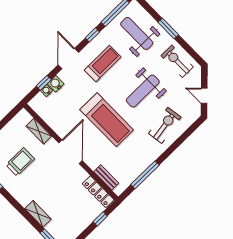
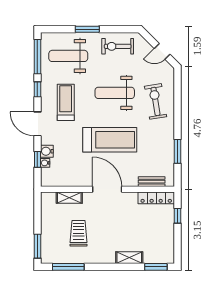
weight bench: (143, 91) -> (115, 93), turned 90
window: (145, 175) -> (178, 151), width x0.69

